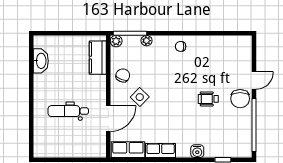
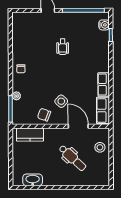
plant: (116, 41) -> (17, 120), removed
chair: (240, 99) -> (62, 21), removed
dental chair: (68, 111) -> (72, 158), turned -47
stool: (82, 146) -> (100, 147), added
water cooler: (197, 151) -> (104, 25), moved

